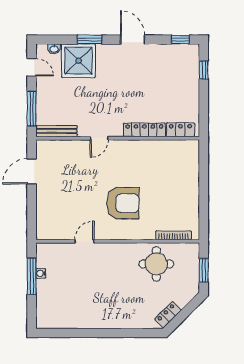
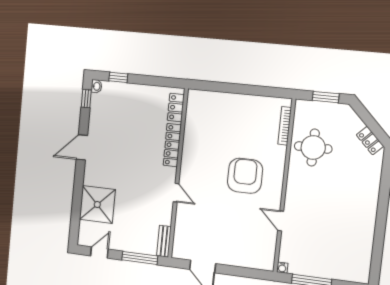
window: (90, 40) -> (78, 191), removed
washbasin: (54, 49) -> (96, 86), moved
bench: (56, 131) -> (164, 241), width x0.73
water cooler: (41, 273) -> (282, 268), moved

